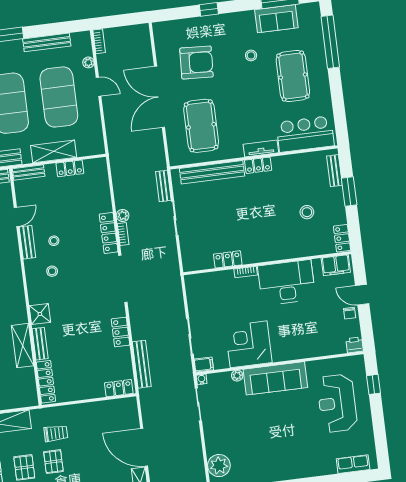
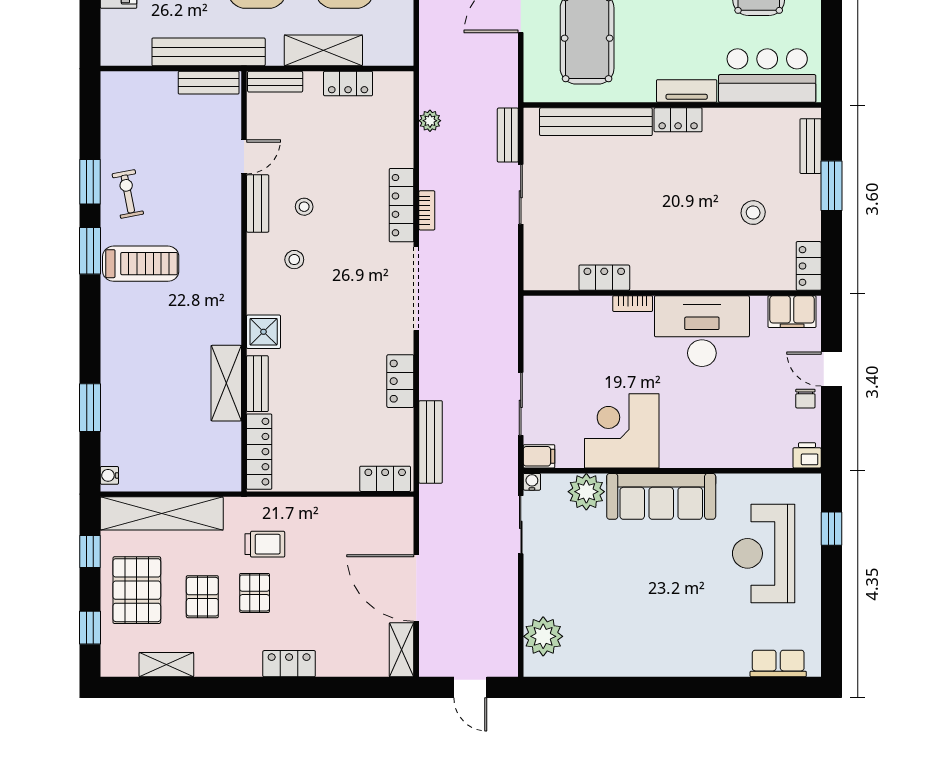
plant: (123, 215) -> (430, 121), moved
plant: (237, 376) -> (586, 492), width x1.88, depth x1.88

